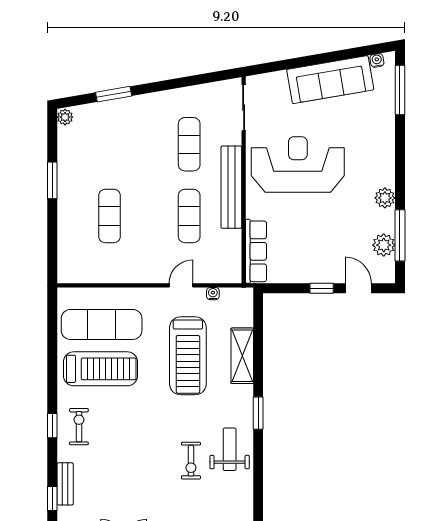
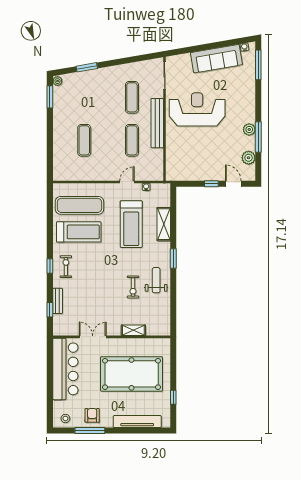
window: (52, 180) -> (50, 97), moved
window: (400, 235) -> (258, 137), moved
row of seats: (256, 251) -> (172, 162), removed

